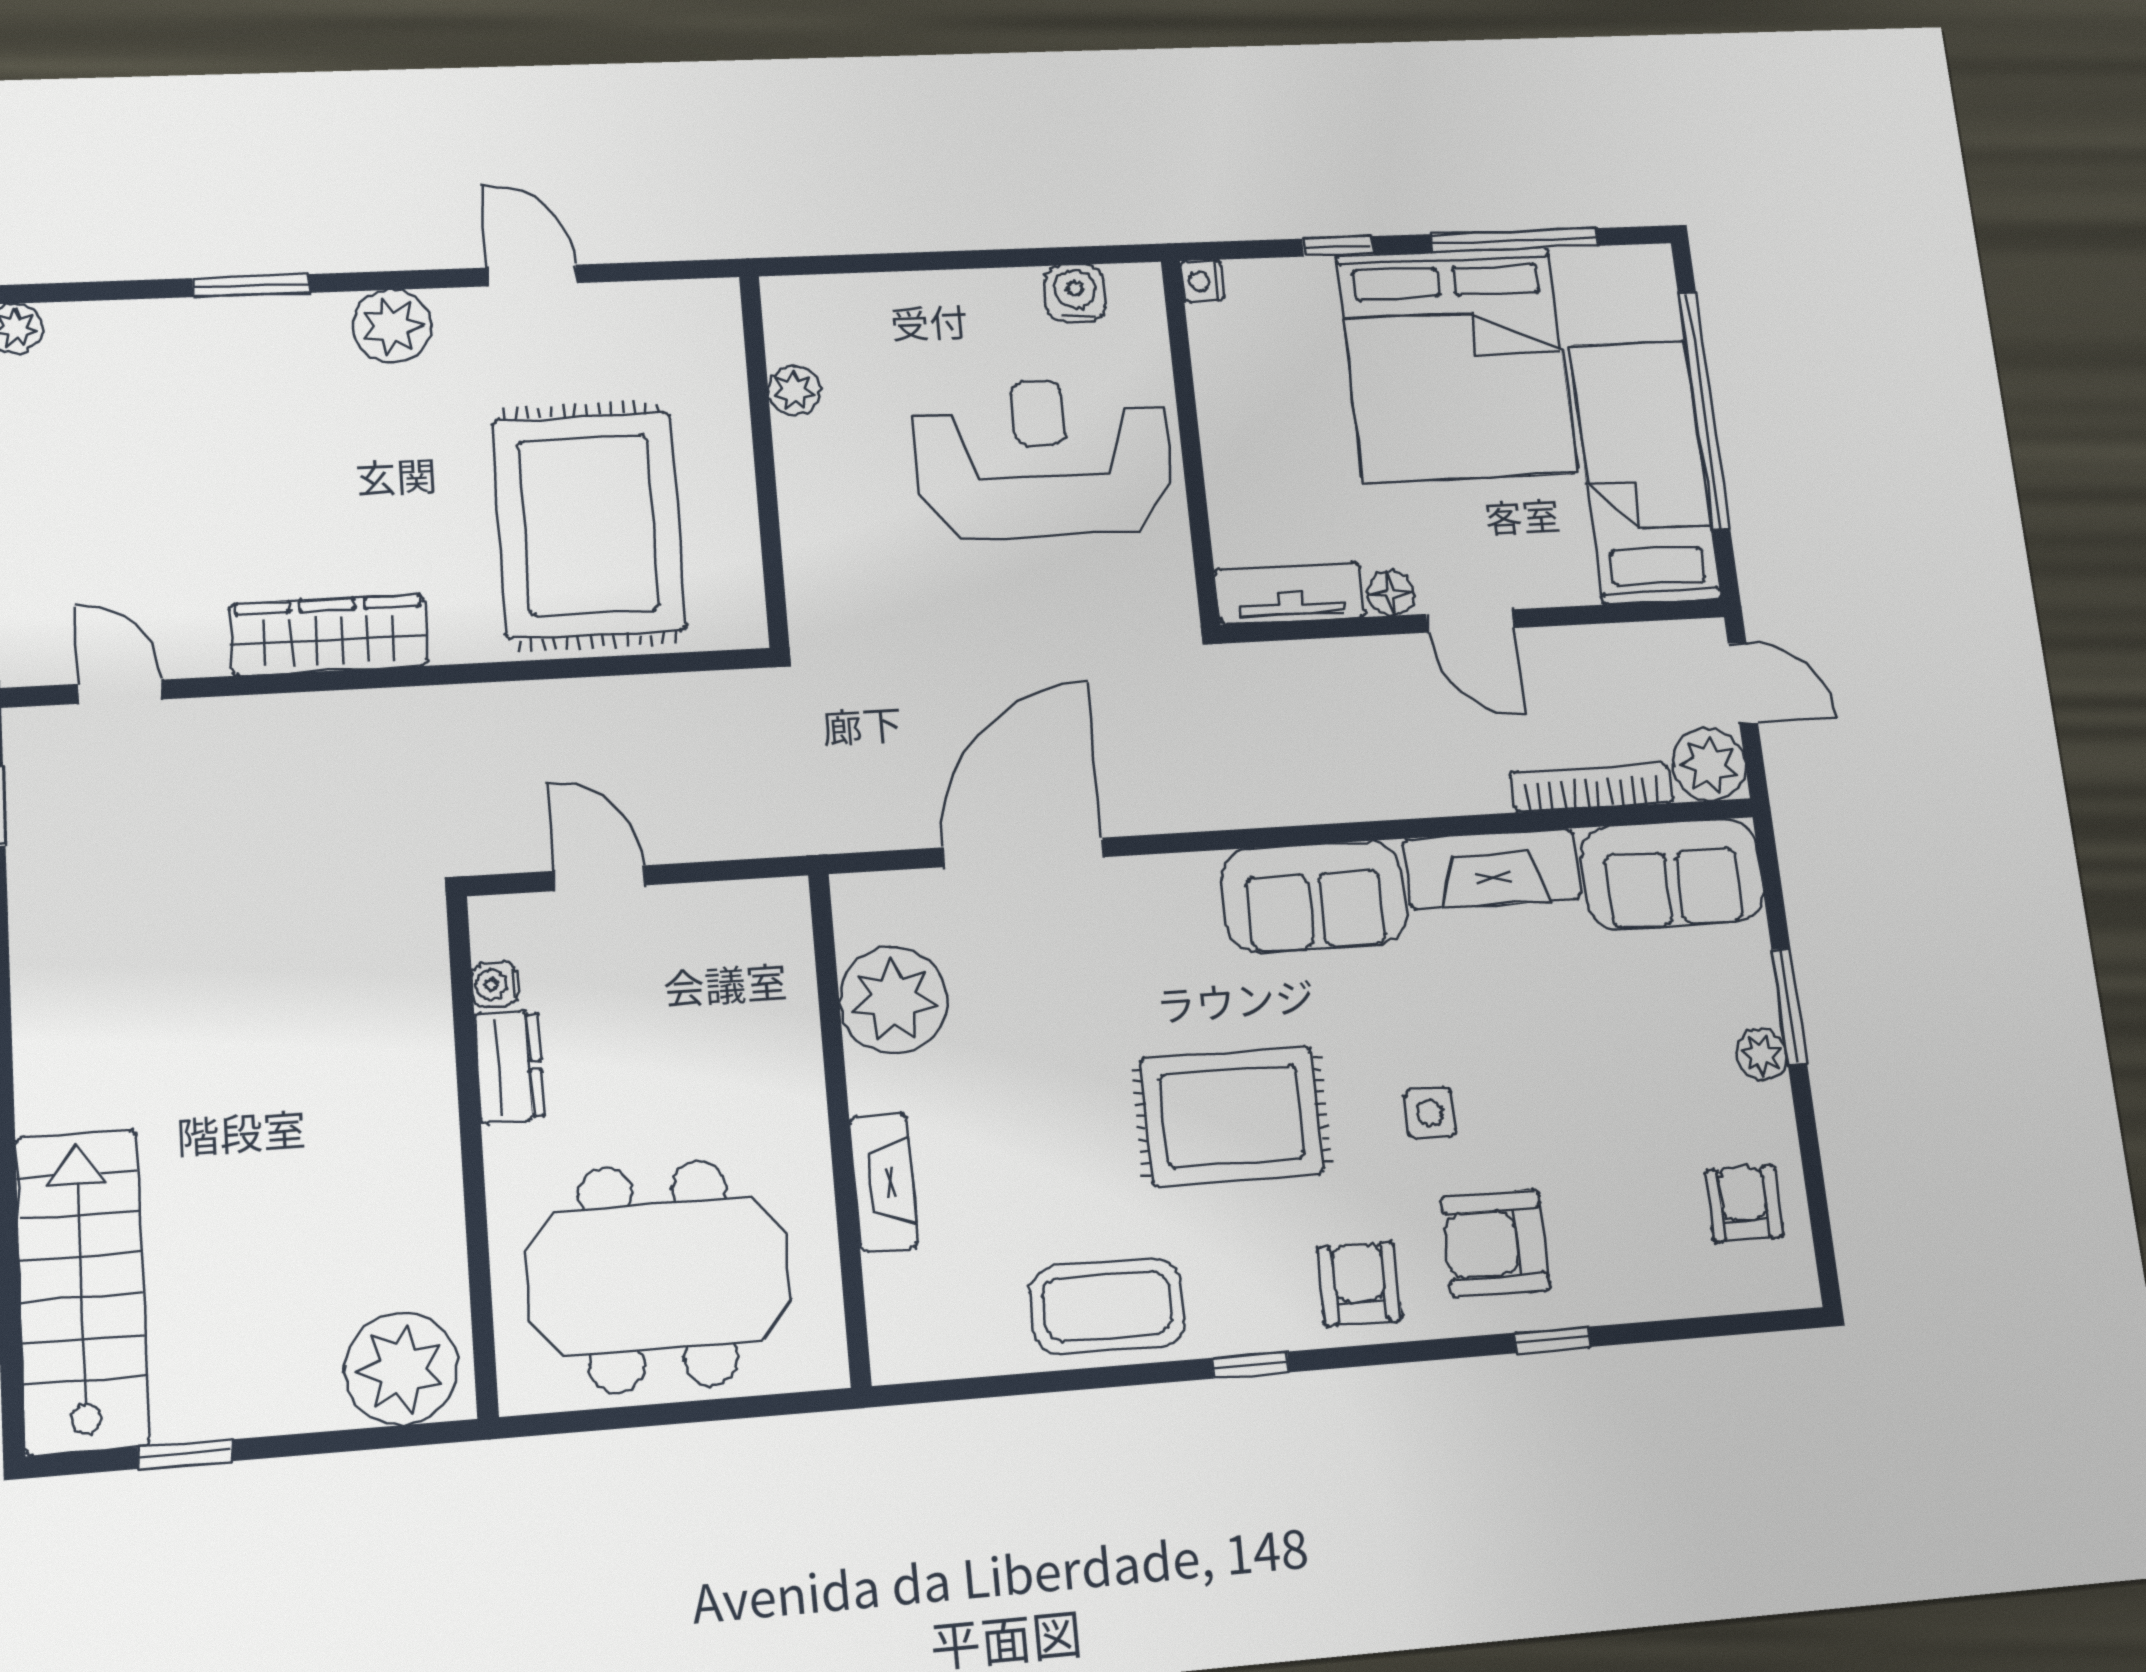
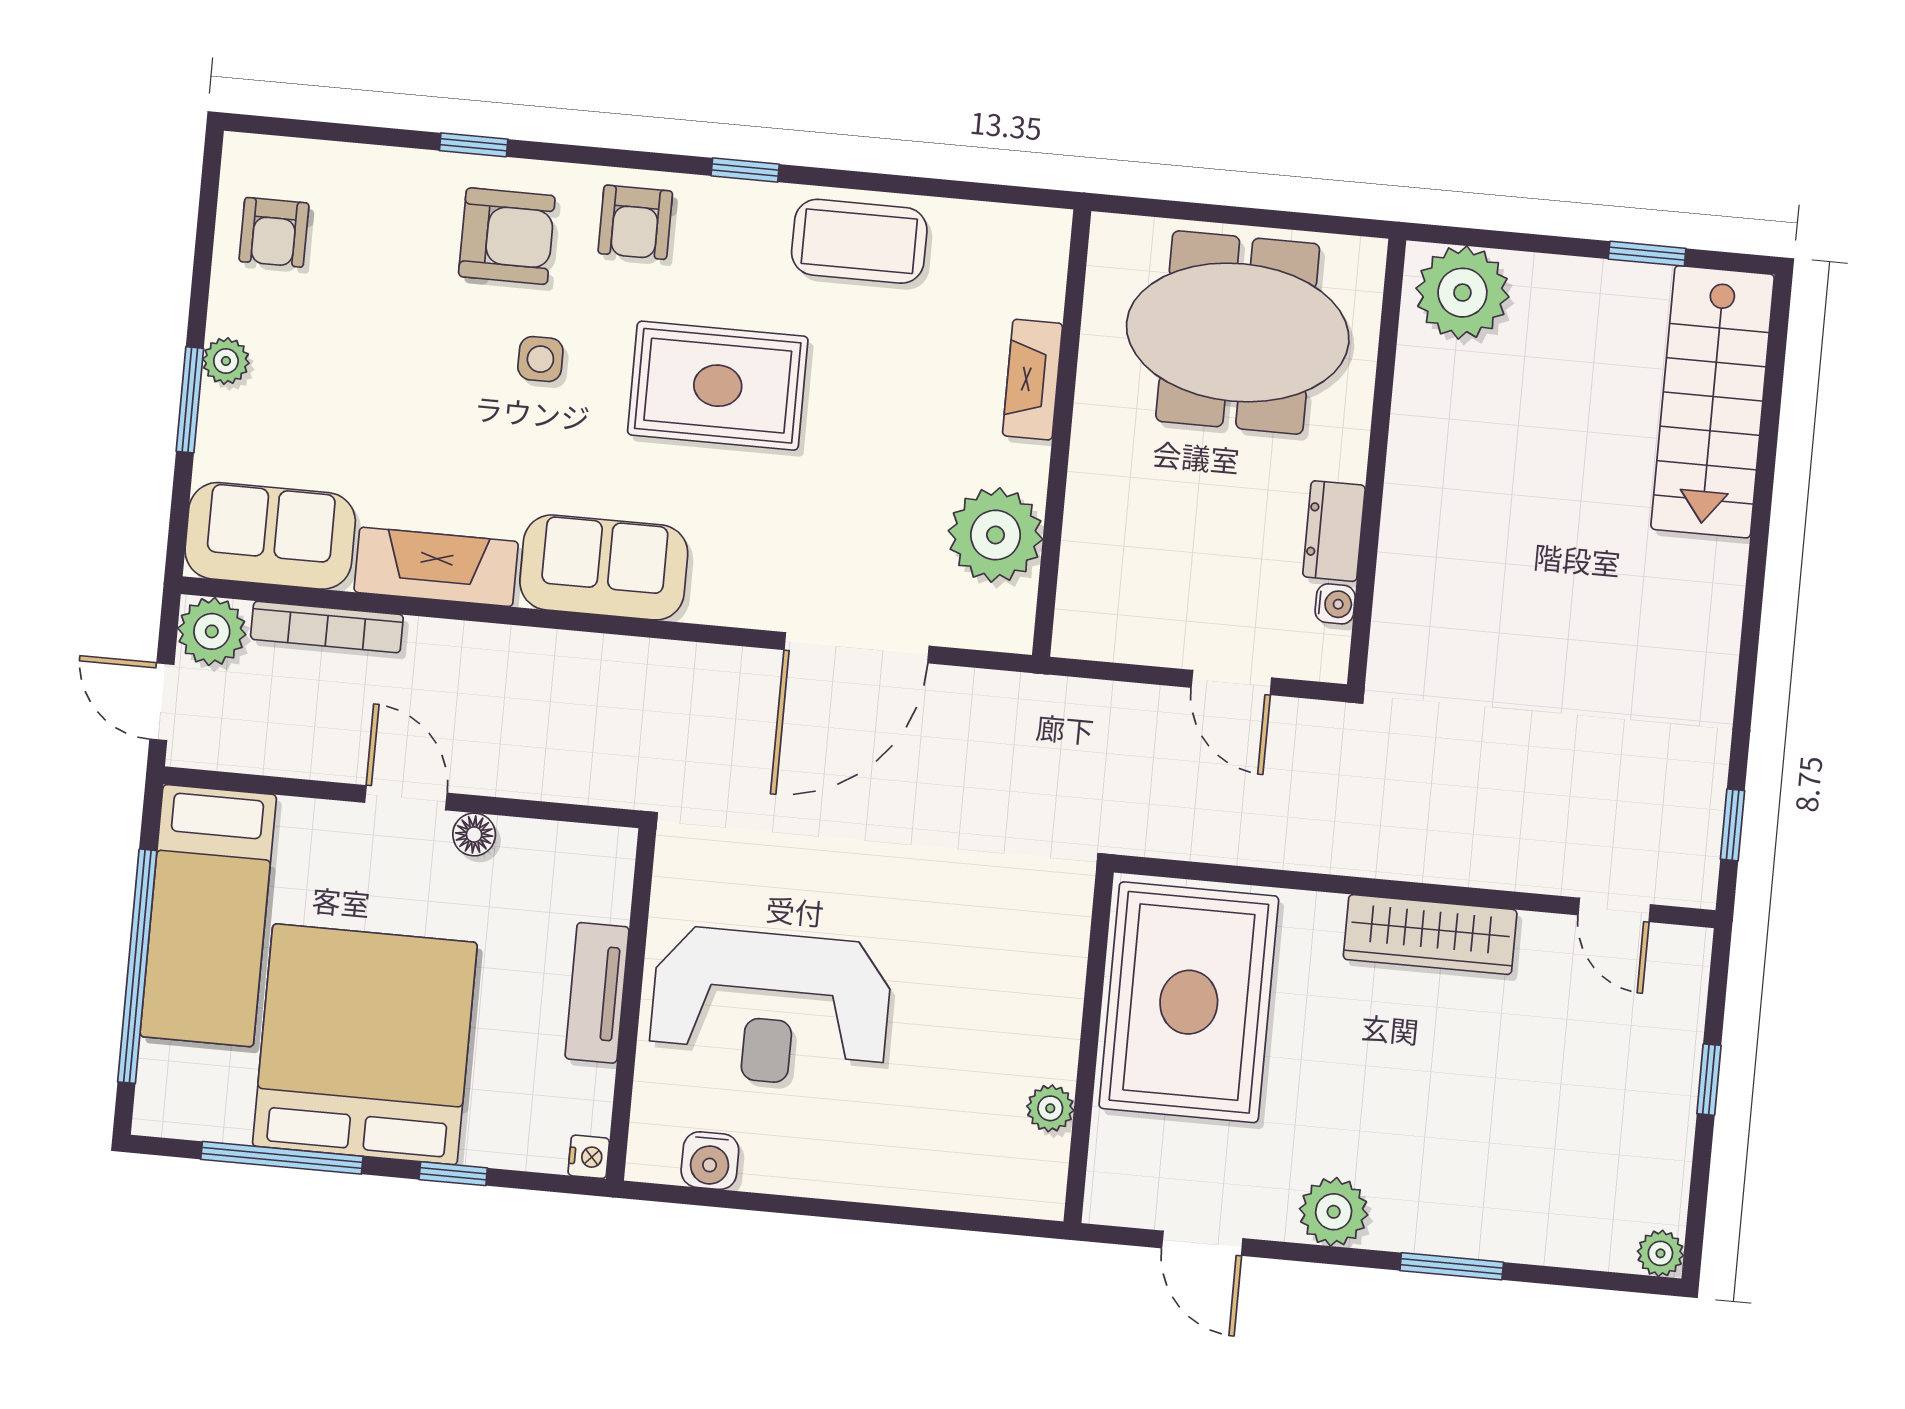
plant: (794, 391) -> (1050, 1108), moved
wall: (764, 460) -> (1089, 1047), moved
tv unit: (1290, 593) -> (597, 993), moved, turned 90

